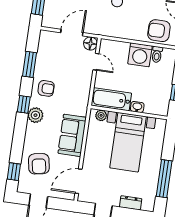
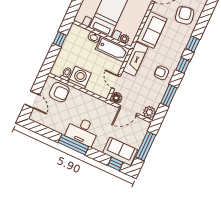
fireplace: (81, 96) -> (135, 59), added
plant: (35, 115) -> (149, 112), moved
window: (14, 172) -> (193, 44), moved

